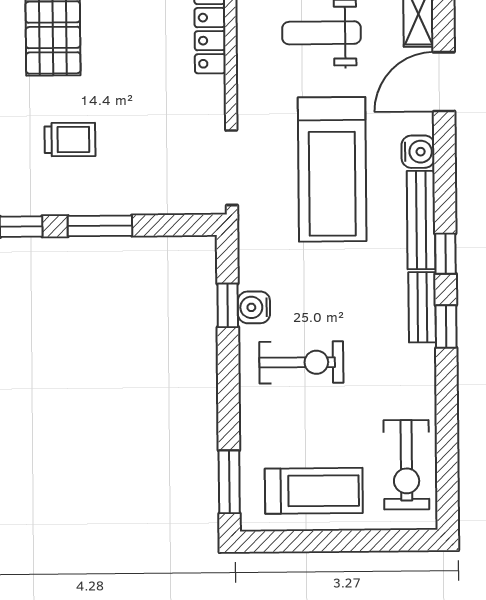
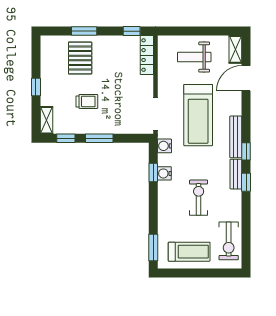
water cooler: (418, 152) -> (165, 146), moved, turned 180
exercise bike: (301, 362) -> (199, 198), moved, turned -90

